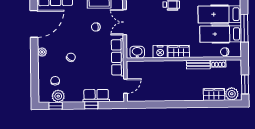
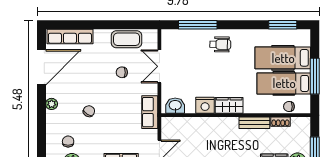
row of seats: (118, 57) -> (150, 112), width x0.68

